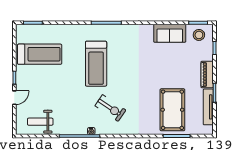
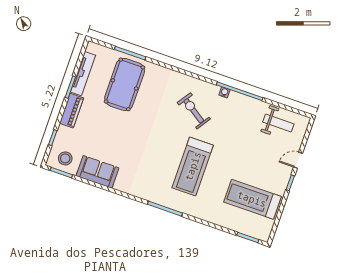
treadmill: (96, 64) -> (193, 166), turned 180

